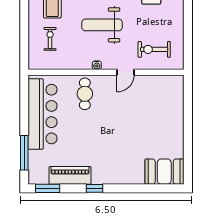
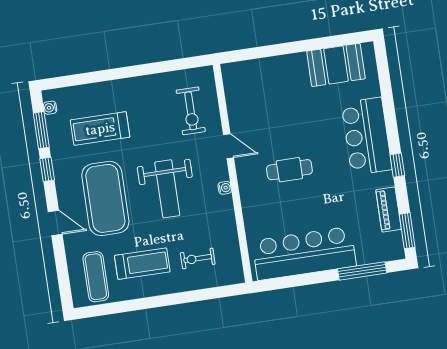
cafe table: (85, 94) -> (289, 170), moved
bar counter: (118, 170) -> (367, 136), added
booth: (164, 172) -> (336, 65), moved, turned 90
piano: (70, 175) -> (389, 210), width x0.73, depth x0.75

